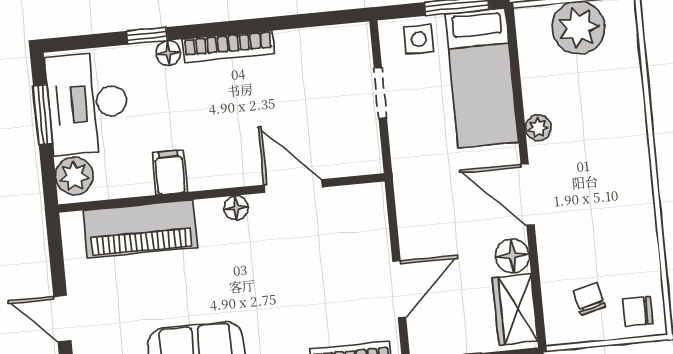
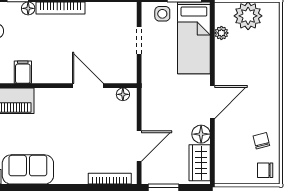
plant: (538, 128) -> (221, 33), moved
door: (528, 194) -> (212, 102), swing flipped
floor lamp: (236, 208) -> (123, 94), moved
chair: (589, 299) -> (261, 141), moved

